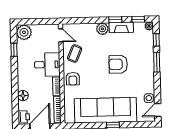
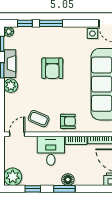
window: (15, 77) -> (64, 189), added
floor lamp: (23, 96) -> (68, 180), moved

